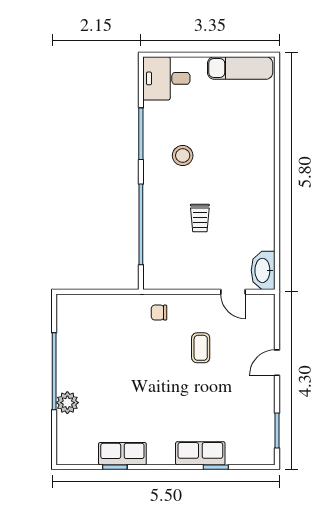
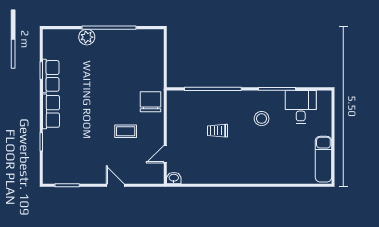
desk: (166, 78) -> (301, 107), moved
washbasin: (263, 270) -> (174, 178), width x0.52, depth x0.69
chair: (159, 313) -> (151, 102), width x1.87, depth x1.87
row of seats: (200, 453) -> (51, 111), moved

